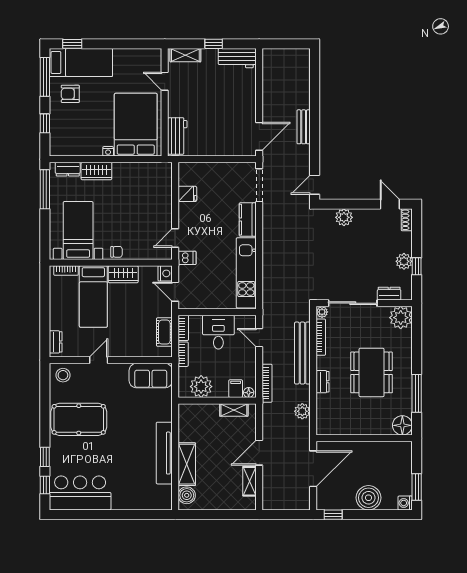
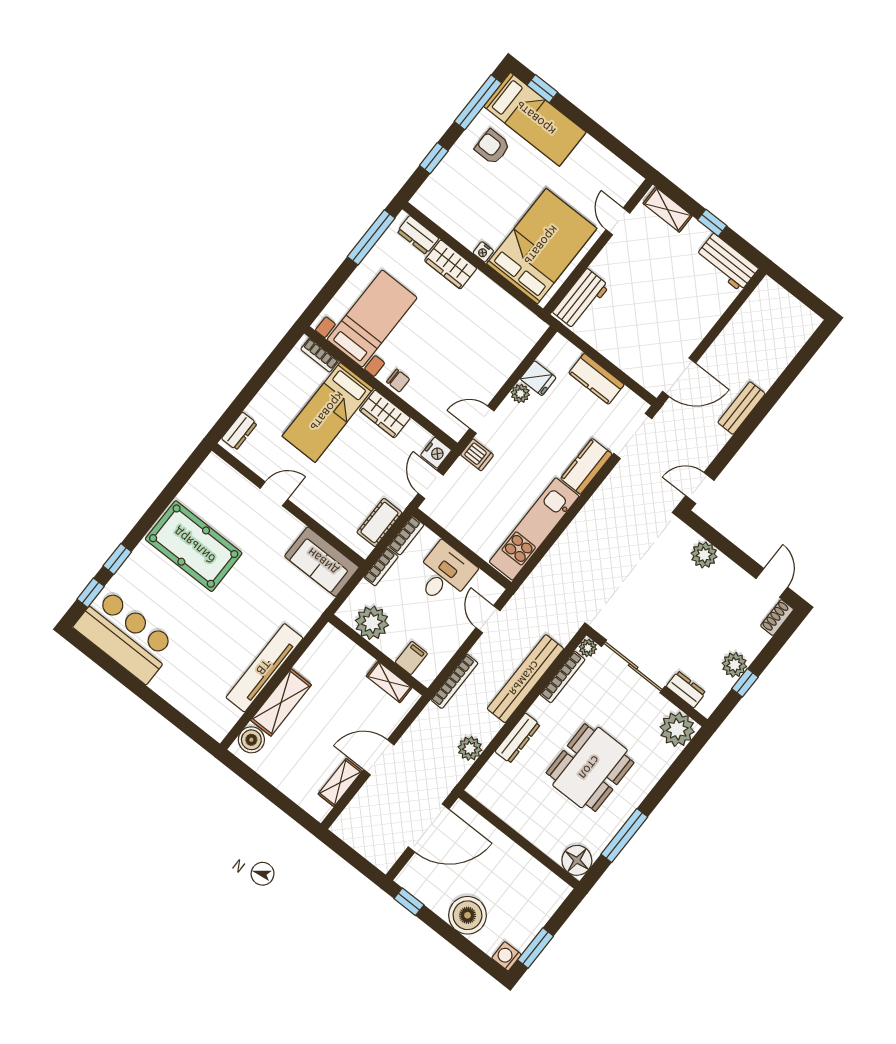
kitchen counter: (217, 171) -> (596, 379), added
plant: (184, 209) -> (520, 394), added
stool: (63, 375) -> (217, 478), removed
dresser: (322, 382) -> (518, 738), width x1.44
floor lamp: (249, 393) -> (423, 675), removed

